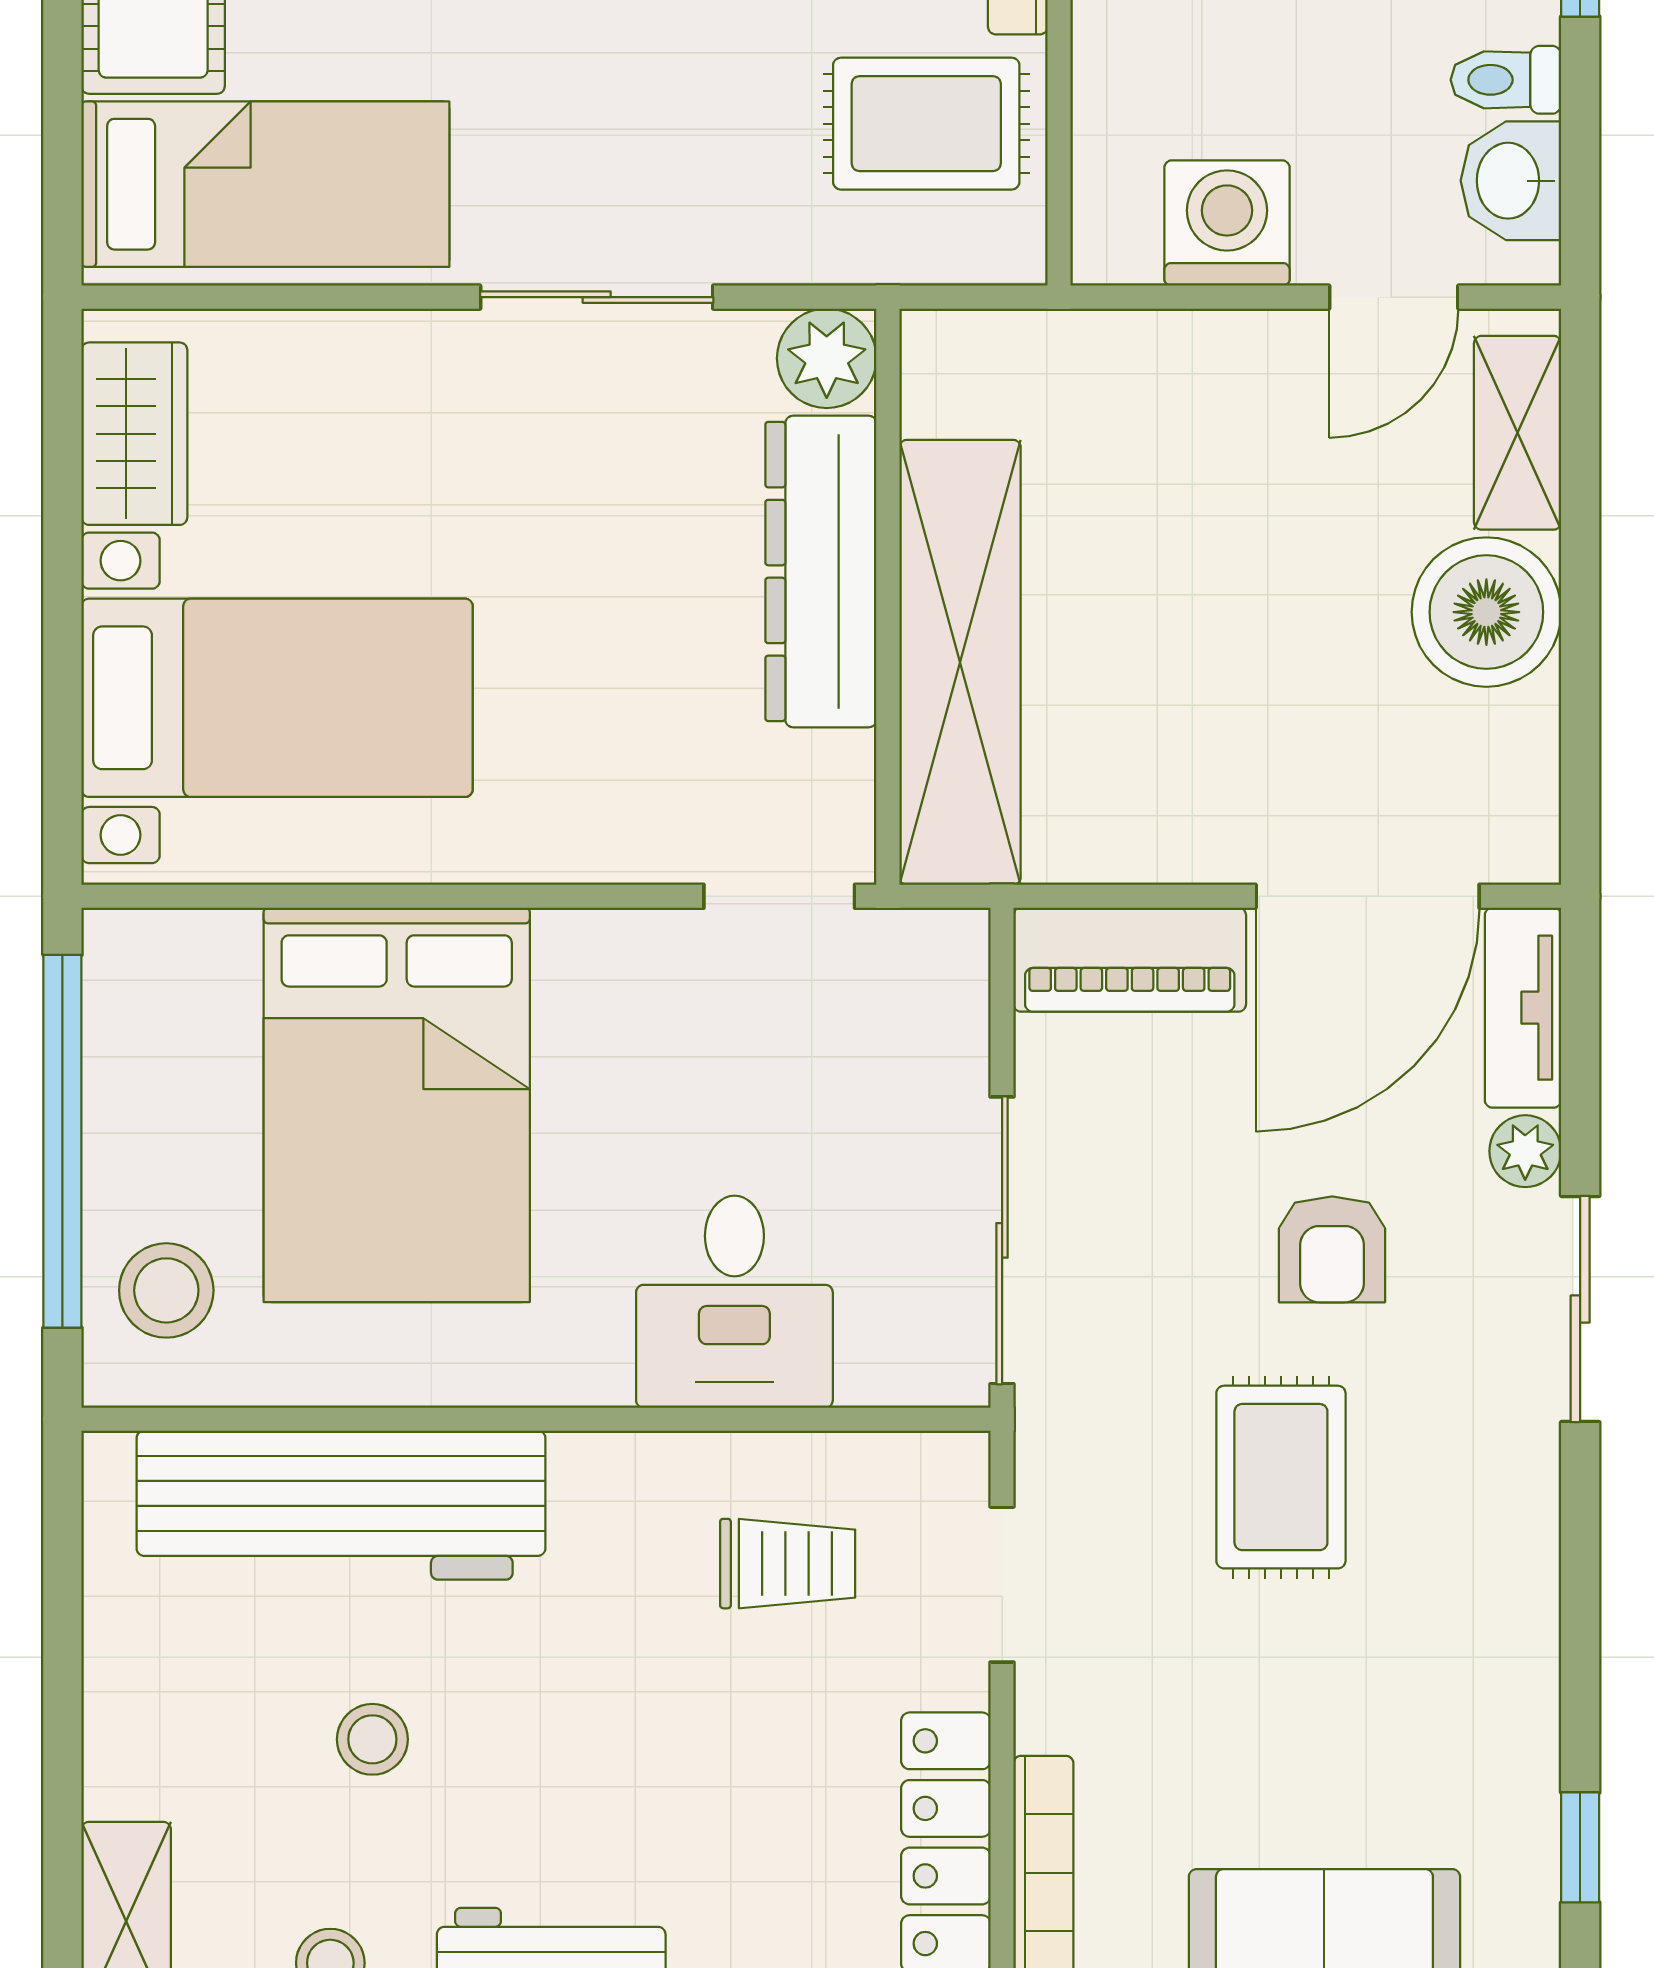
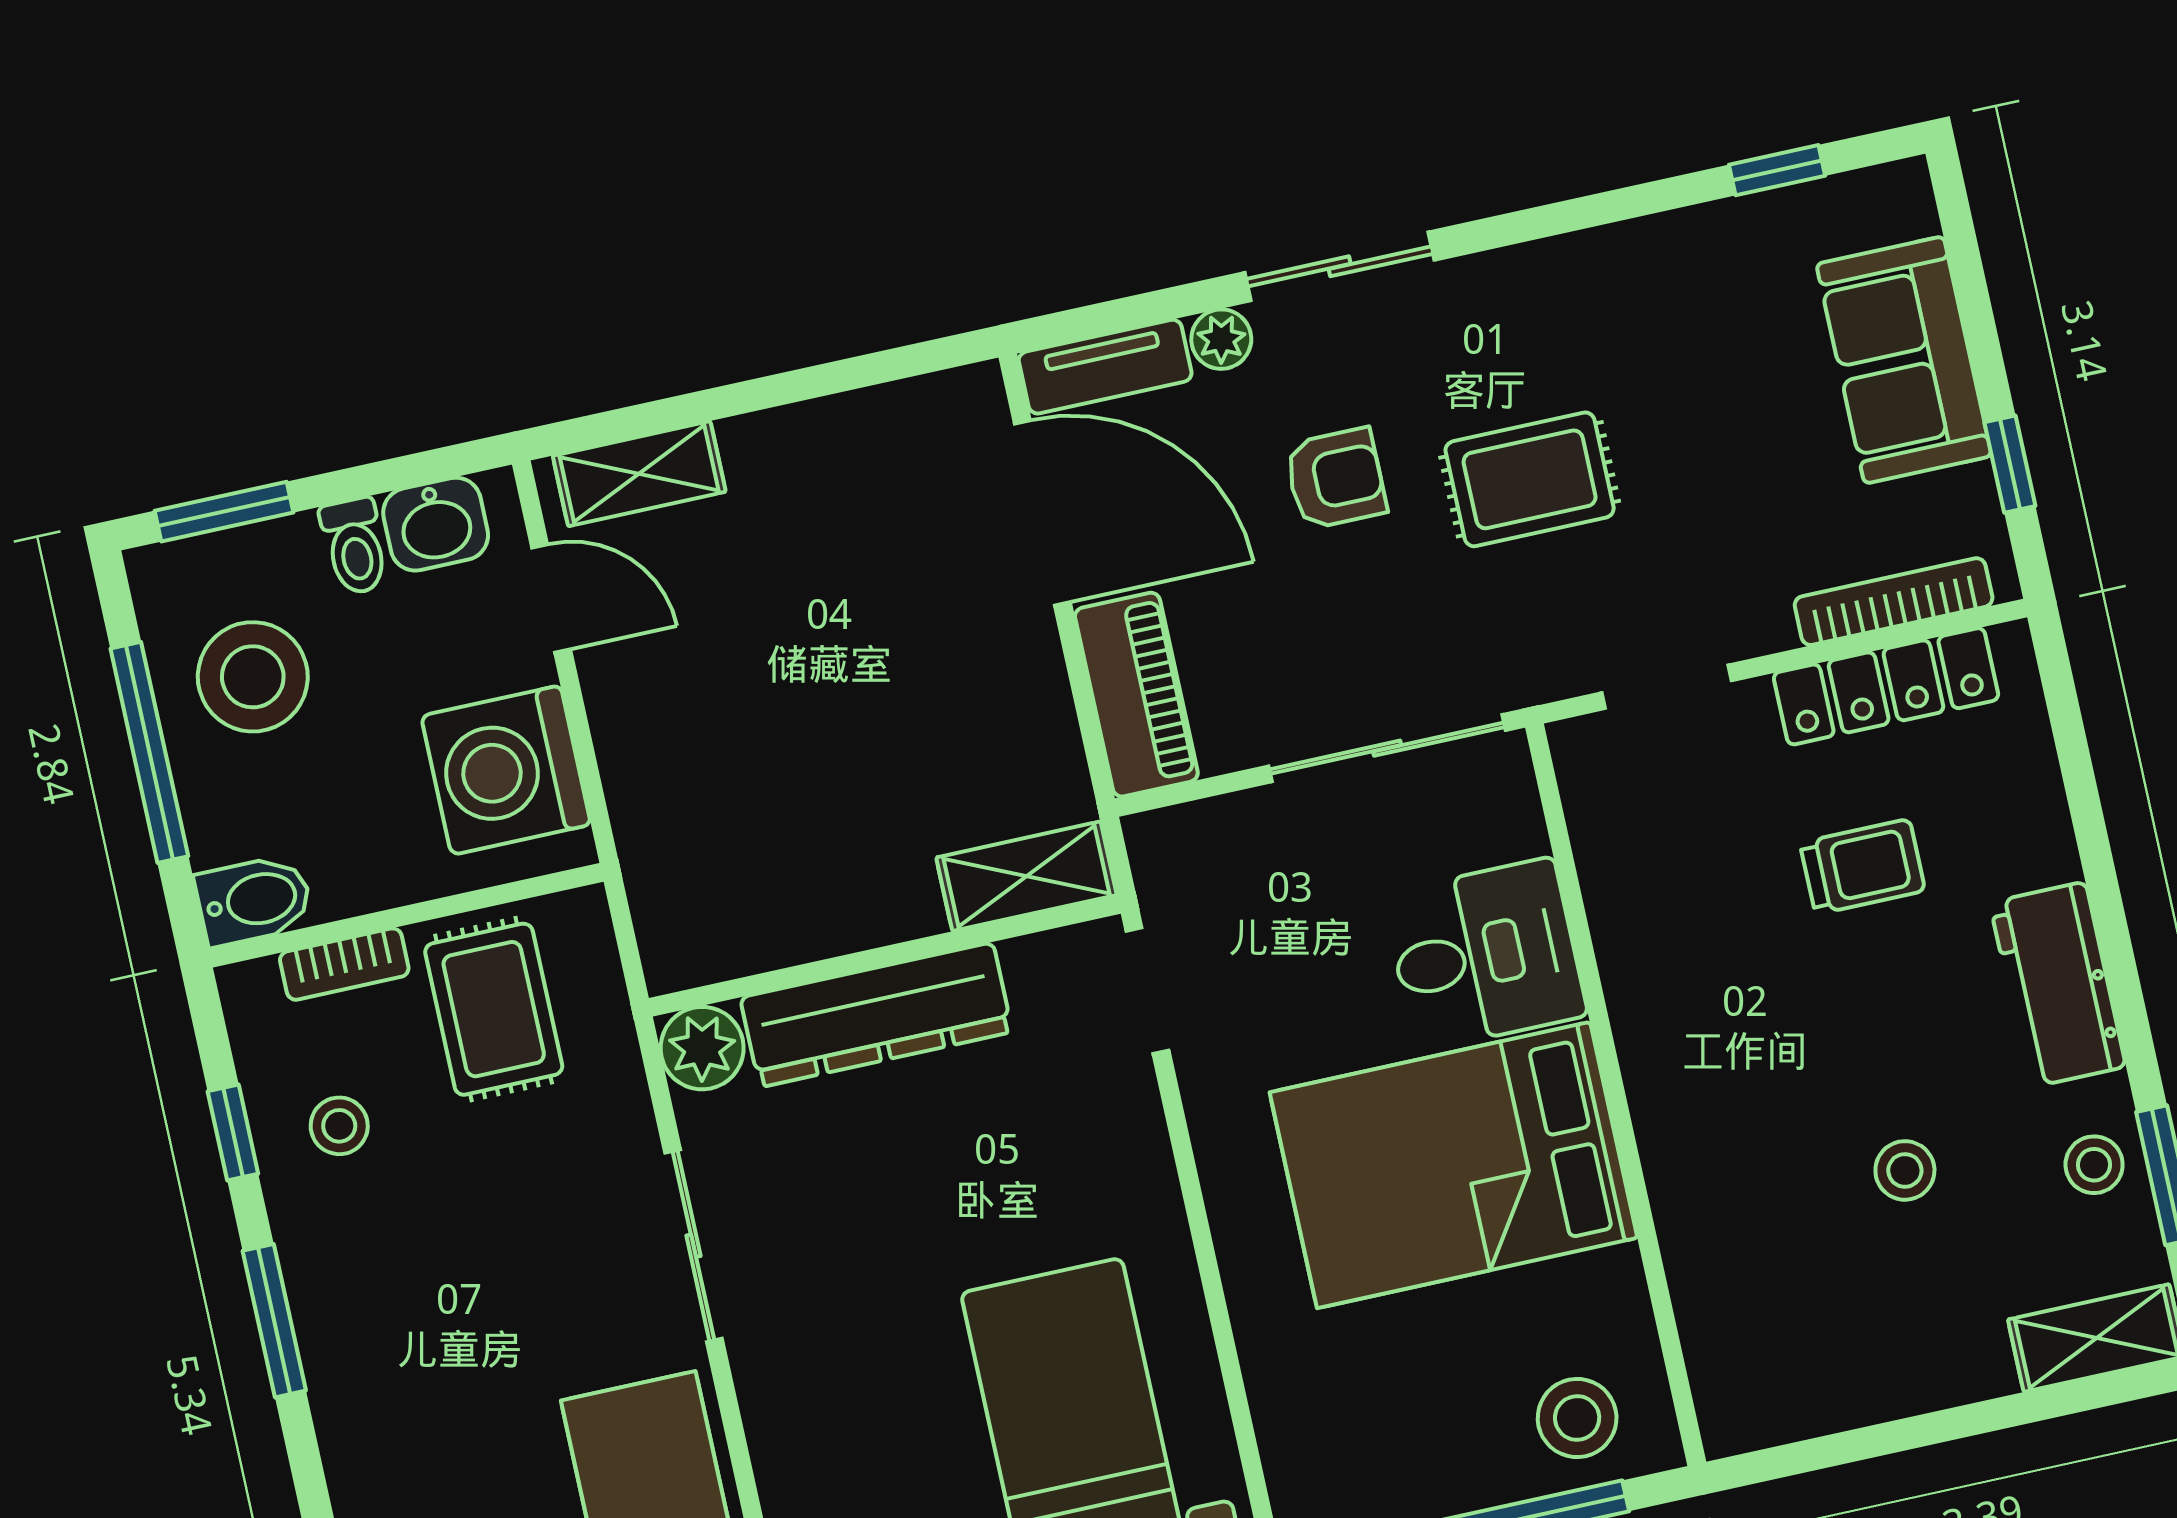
washing machine: (1227, 223) -> (506, 770), width x1.37, depth x1.37
boiler: (1486, 612) -> (790, 467), removed
shelving: (960, 662) -> (1026, 876), width x0.45, depth x0.75
bed: (397, 1105) -> (1454, 1165), moved, turned 180
workbench: (341, 1505) -> (1720, 1238), removed
trolley: (788, 1564) -> (1863, 867), moved, turned 90

